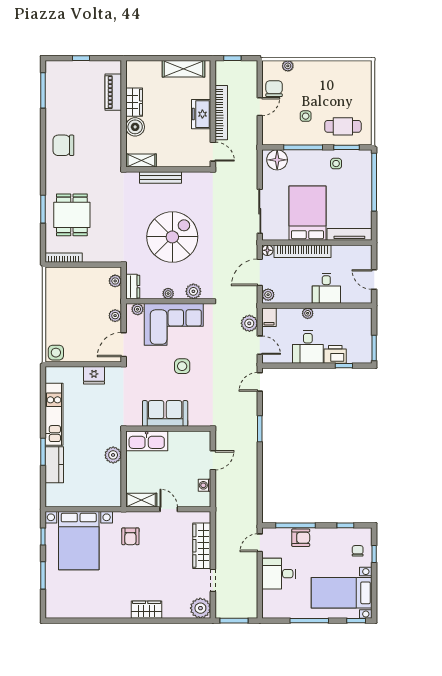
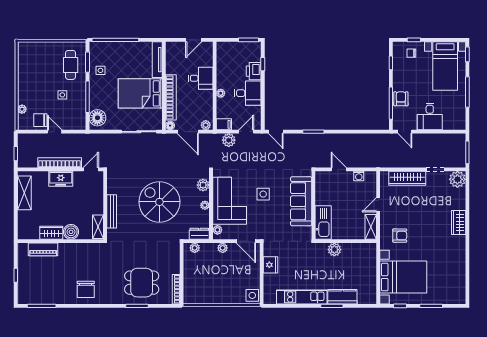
sofa: (165, 413) -> (301, 201), width x1.36

